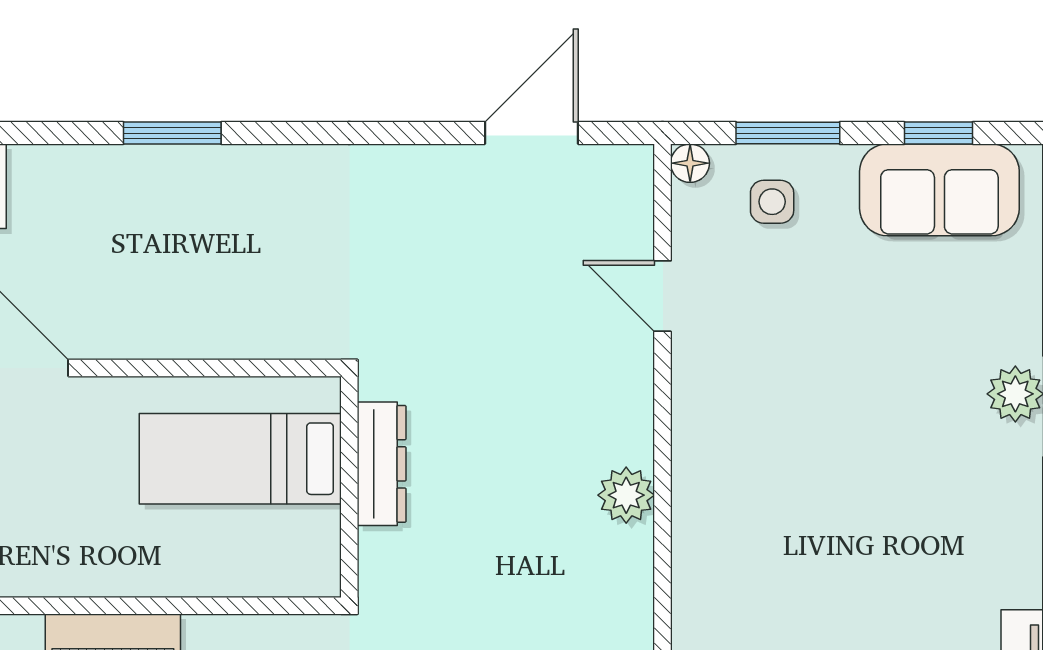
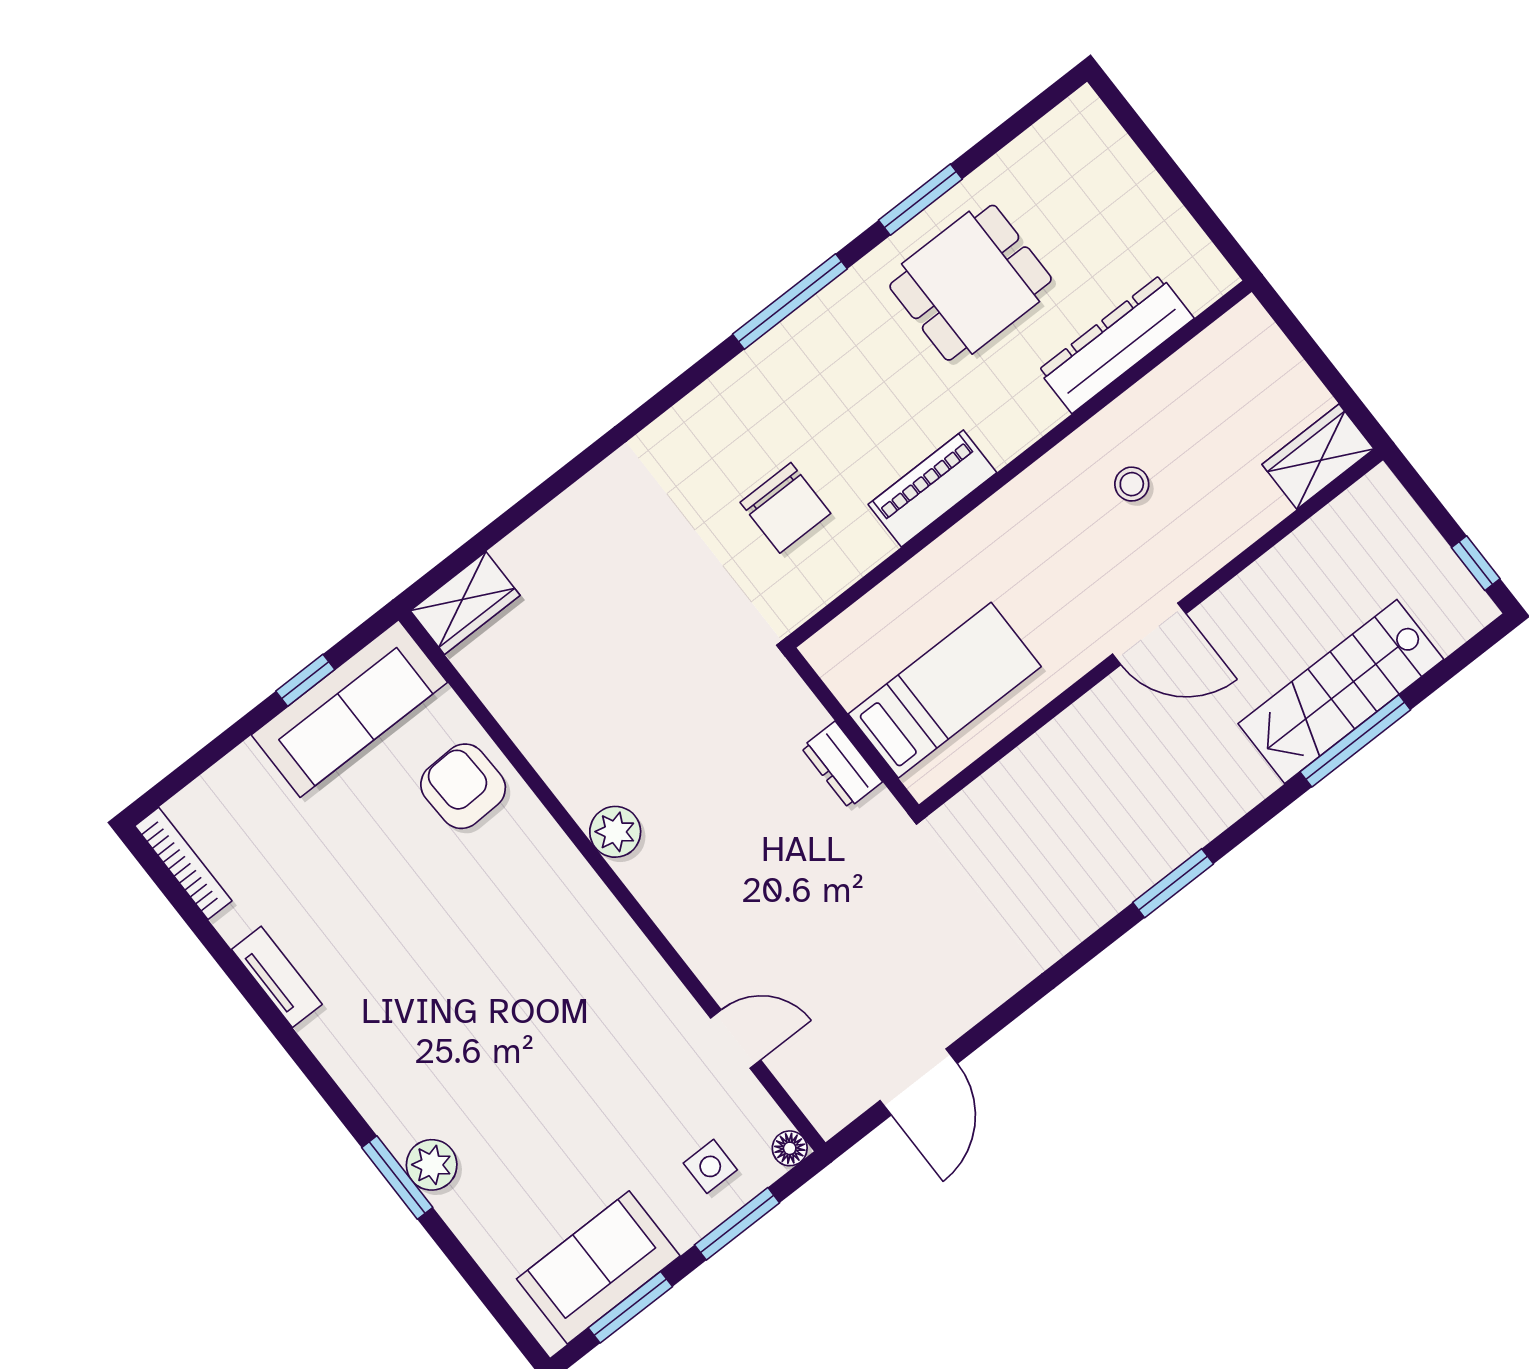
window: (939, 133) -> (630, 1307), width x1.50
dresser: (382, 464) -> (842, 765), width x0.70
plant: (626, 495) -> (615, 832), moved

